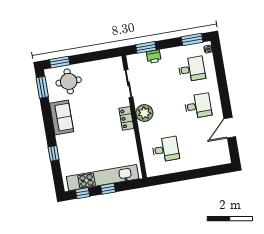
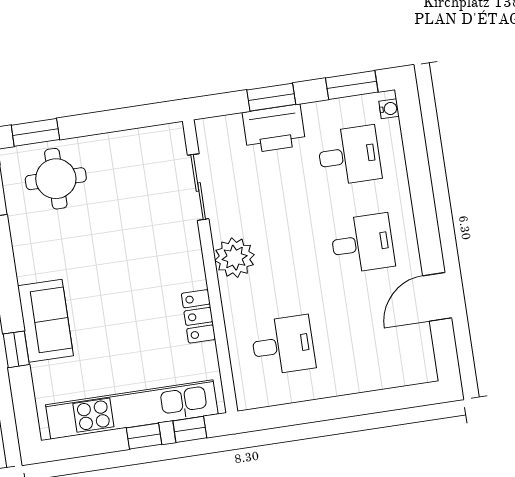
window: (146, 47) -> (271, 97), moved
printer: (154, 57) -> (274, 129), width x1.87, depth x1.48
sofa: (62, 117) -> (46, 321), moved
locker: (126, 118) -> (198, 316), moved
window: (83, 193) -> (190, 429), moved

